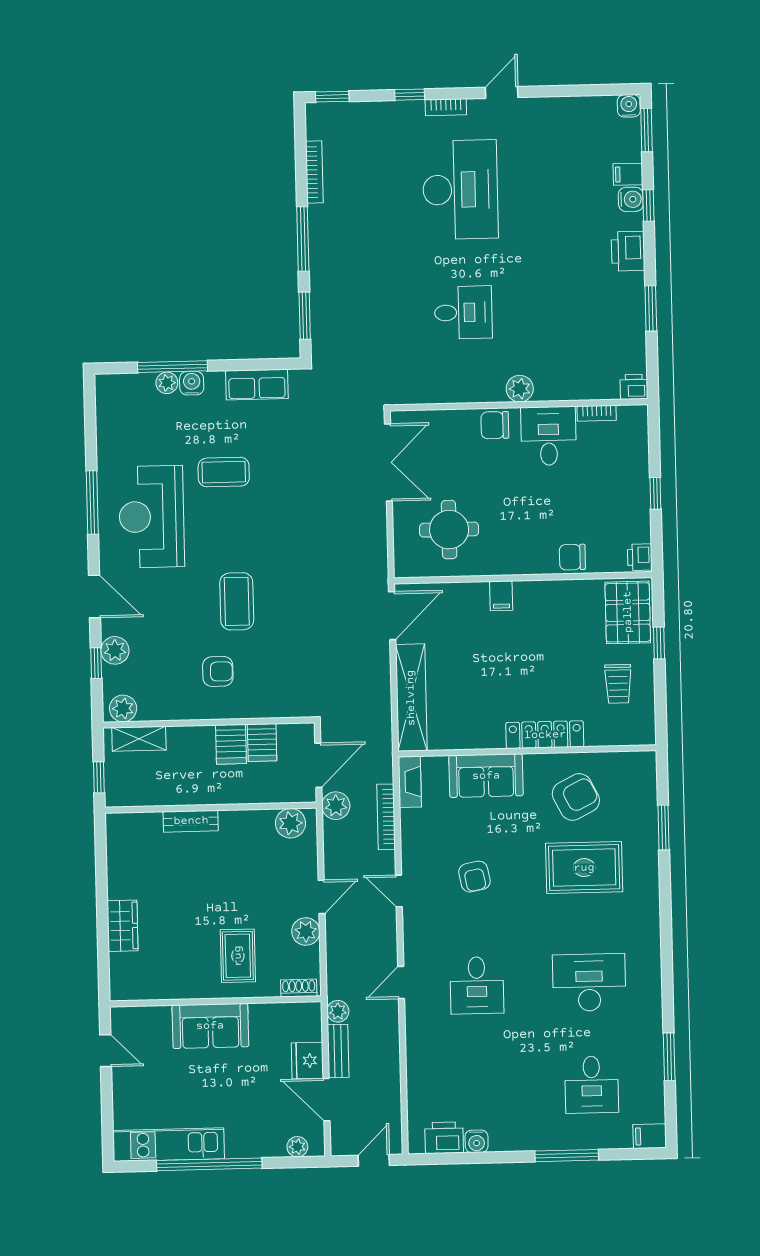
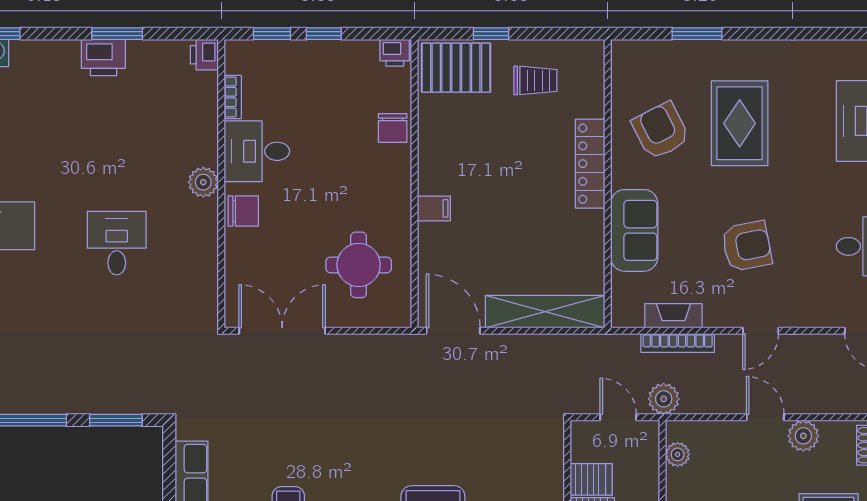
printer: (628, 251) -> (103, 58), moved
chair: (495, 425) -> (243, 211), turned -90
window: (654, 447) -> (272, 34), added
door: (318, 765) -> (618, 417), width x0.73
fireplace: (410, 782) -> (673, 316), moved
plant: (291, 823) -> (678, 454), width x0.73, depth x0.73
armchair: (474, 877) -> (747, 246), width x1.38, depth x1.38

